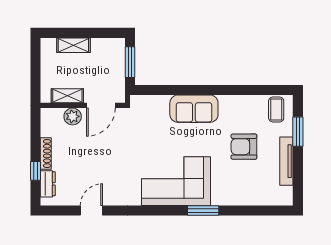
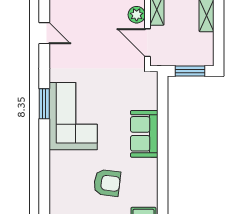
armchair: (244, 147) -> (107, 183), turned 97
window: (203, 211) -> (44, 104), moved

